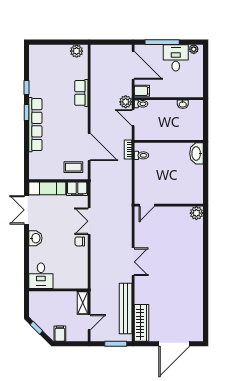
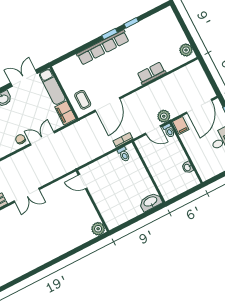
door: (133, 118) -> (153, 130), swing flipped

